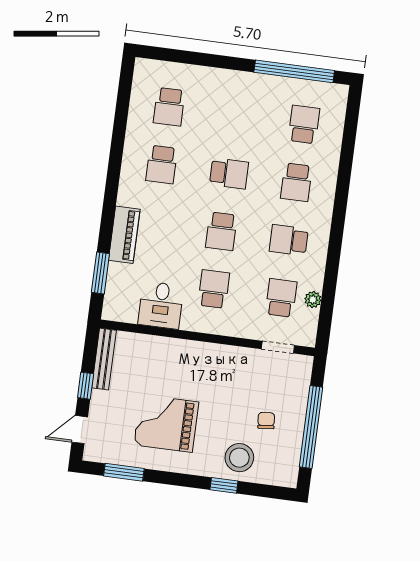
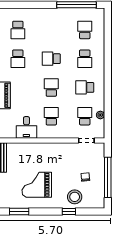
school desk: (229, 173) -> (51, 59), turned 180
school desk: (221, 231) -> (51, 87), turned 180

